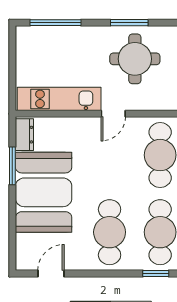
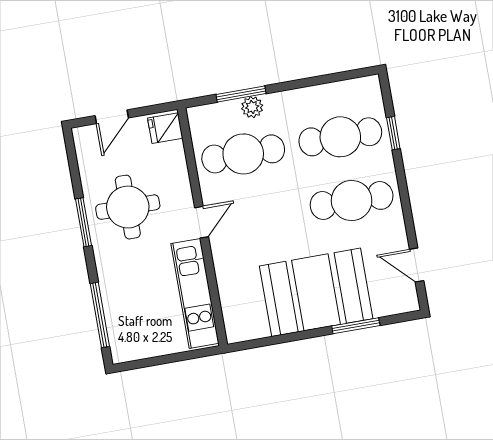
door: (113, 114) -> (202, 222), hinge flipped
dresser: (24, 135) -> (248, 329), removed
window: (12, 166) -> (356, 326), moved

